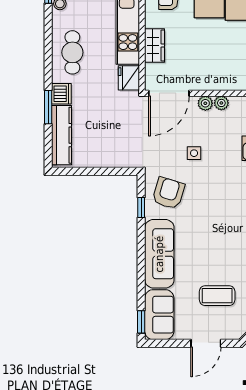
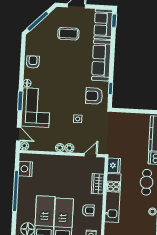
door: (169, 93) -> (91, 155), width x0.53
armchair: (168, 193) -> (94, 96), turned 73

